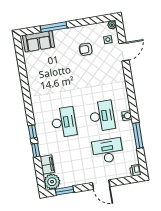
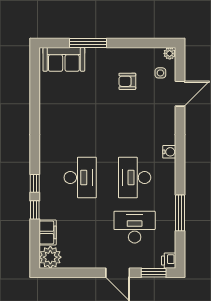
desk: (102, 116) -> (135, 177), turned 180
water cooler: (127, 116) -> (169, 152), moved
window: (64, 191) -> (154, 273), moved

